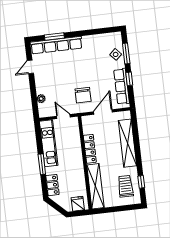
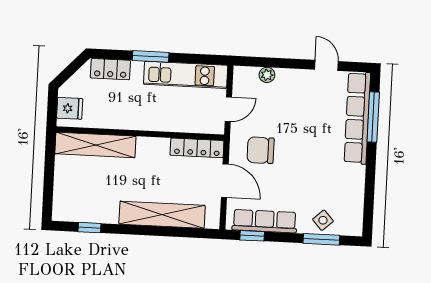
window: (54, 36) -> (373, 117), width x1.44
window: (129, 79) -> (252, 236), moved
locker: (90, 149) -> (197, 148), moved
trolley: (126, 186) -> (86, 198), removed

